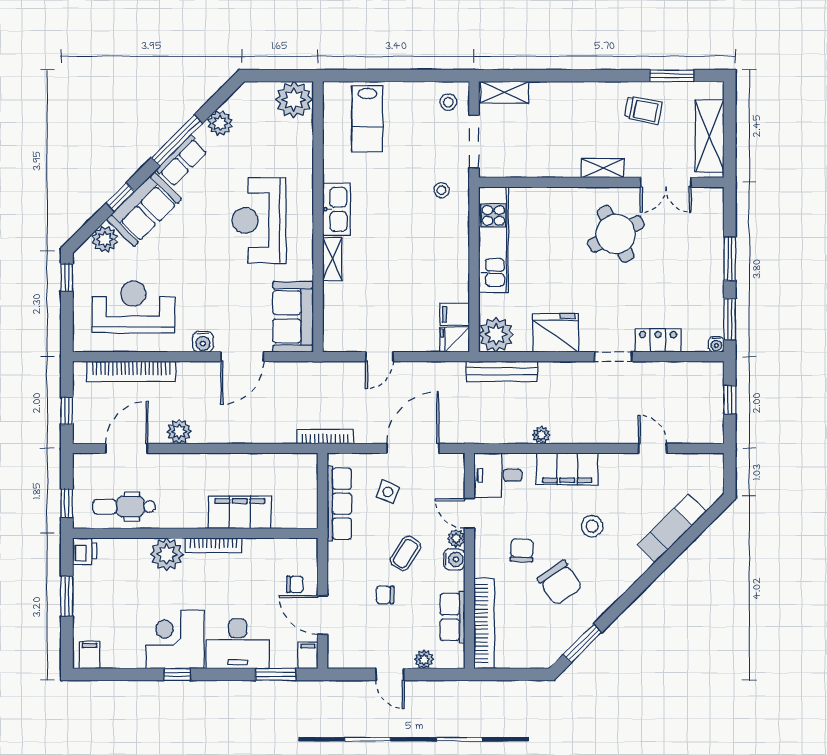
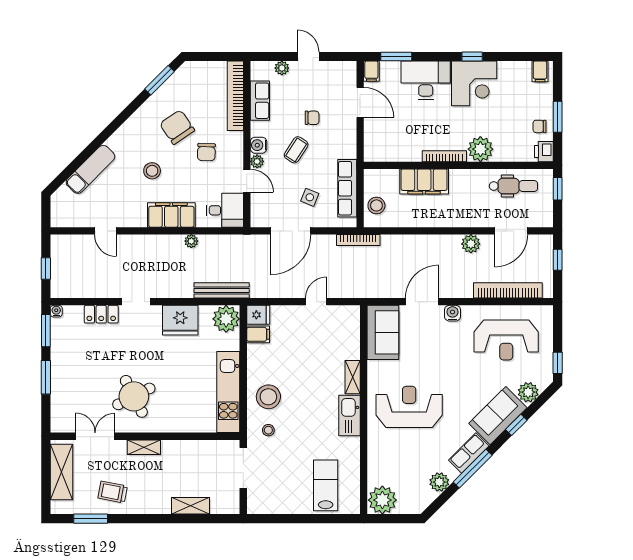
shelving: (504, 92) -> (190, 506), moved
stool: (448, 102) -> (268, 397), moved, width x1.89, depth x1.89
reception desk: (259, 220) -> (409, 407), turned -90
stool: (301, 481) -> (376, 205), added
chair: (295, 584) -> (540, 126), moved

